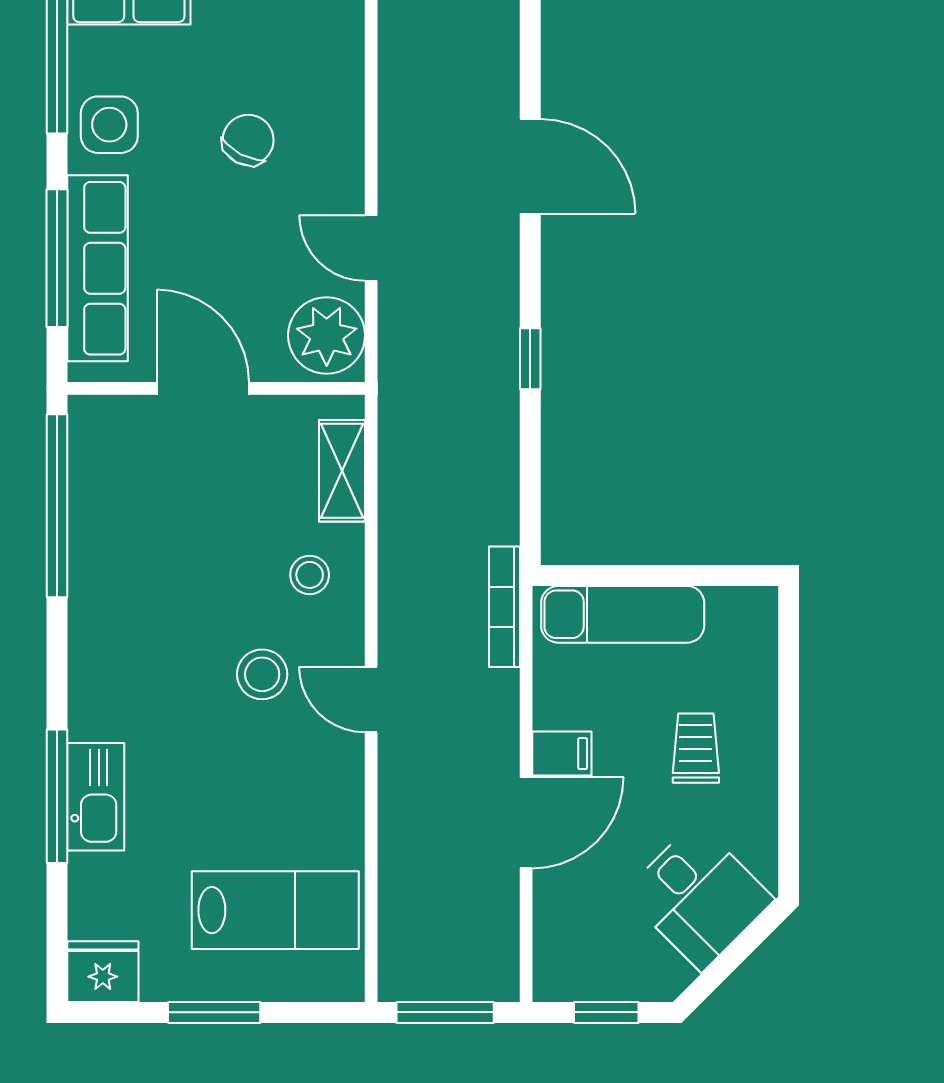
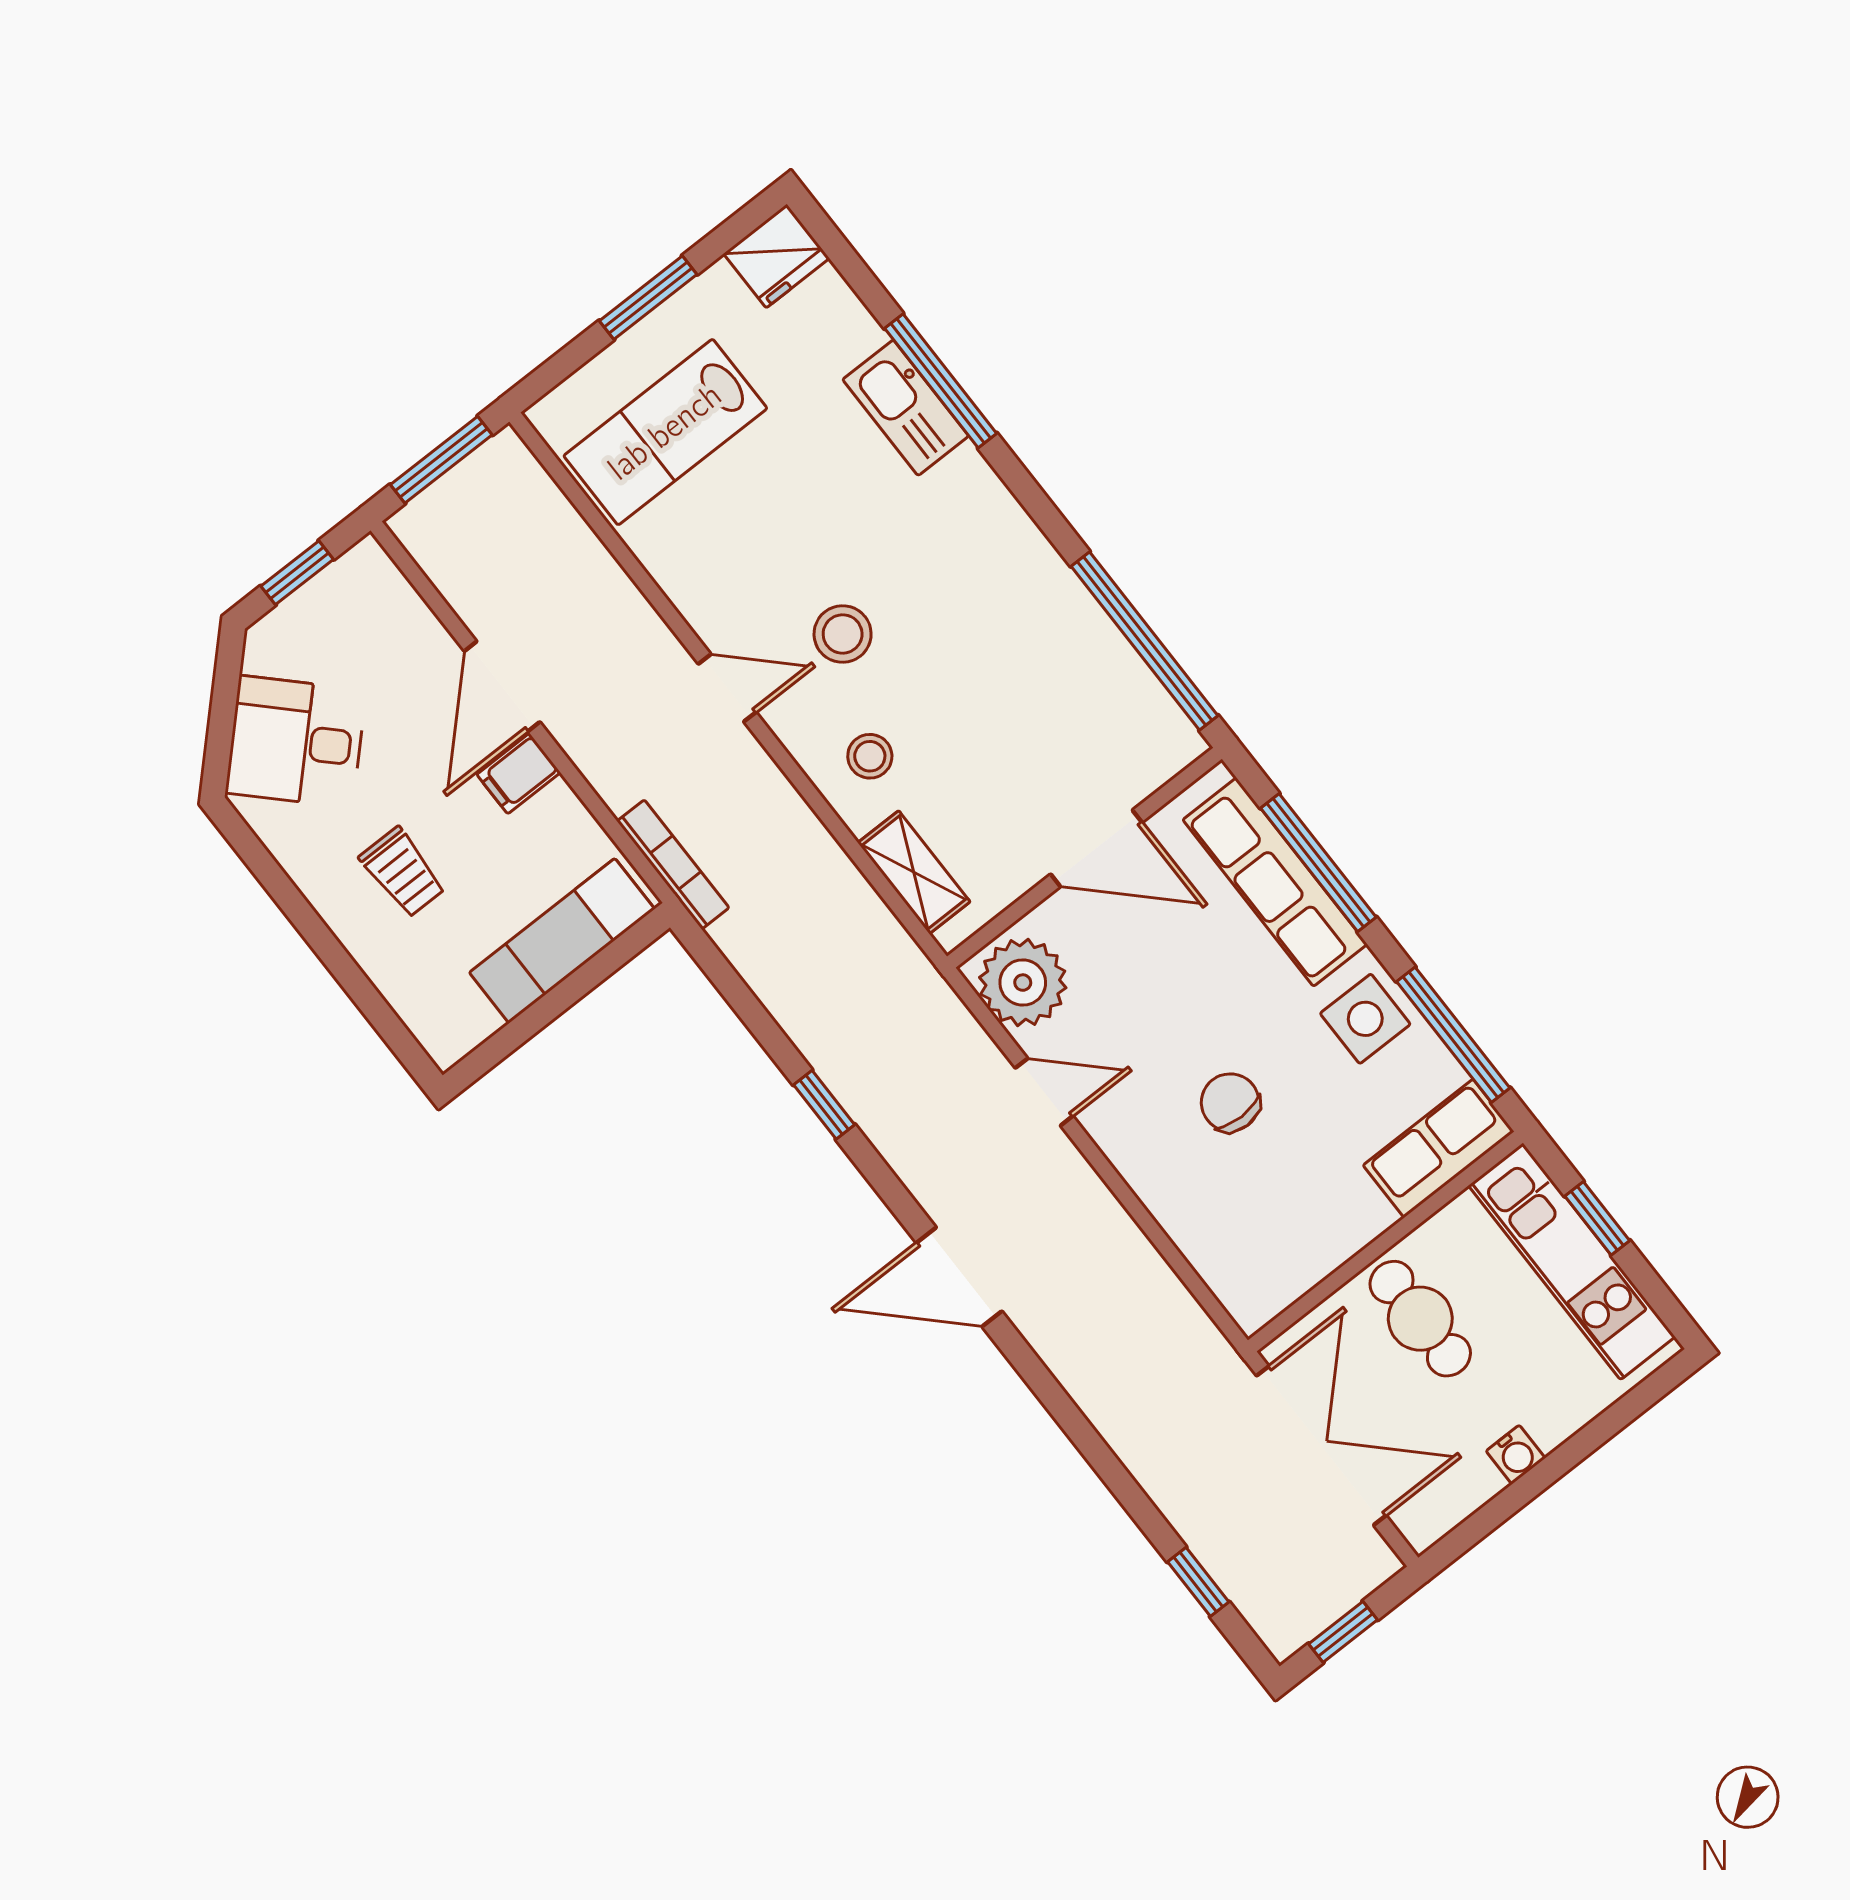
chair: (248, 140) -> (1230, 1102), turned 152

